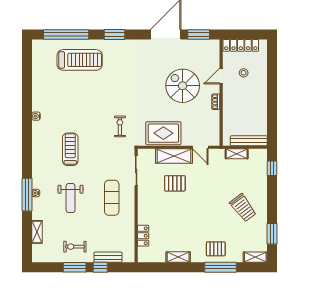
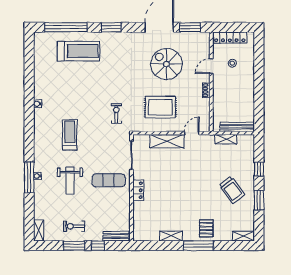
spiral stairs: (183, 86) -> (166, 64), moved
rug: (163, 133) -> (160, 107), moved
door: (200, 147) -> (192, 133), swing flipped
window: (272, 168) -> (259, 169), moved
pallet: (175, 183) -> (168, 167), removed
exercise mat: (112, 198) -> (109, 180), turned 90
shelving: (37, 232) -> (39, 230), moved
window: (272, 234) -> (259, 200), moved
locker: (143, 236) -> (138, 190), moved
pallet: (216, 249) -> (206, 228), turned 90
bench: (108, 257) -> (116, 236), moved
window: (220, 267) -> (198, 246), moved

